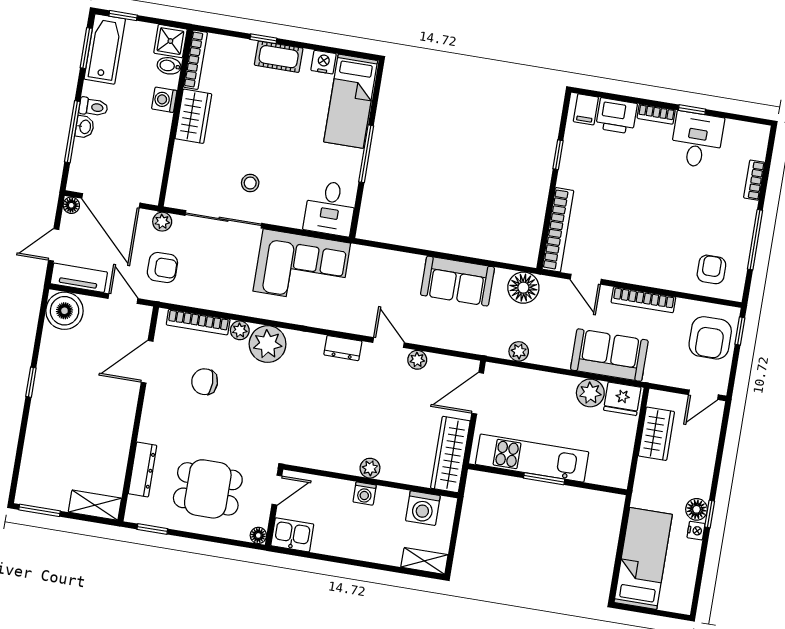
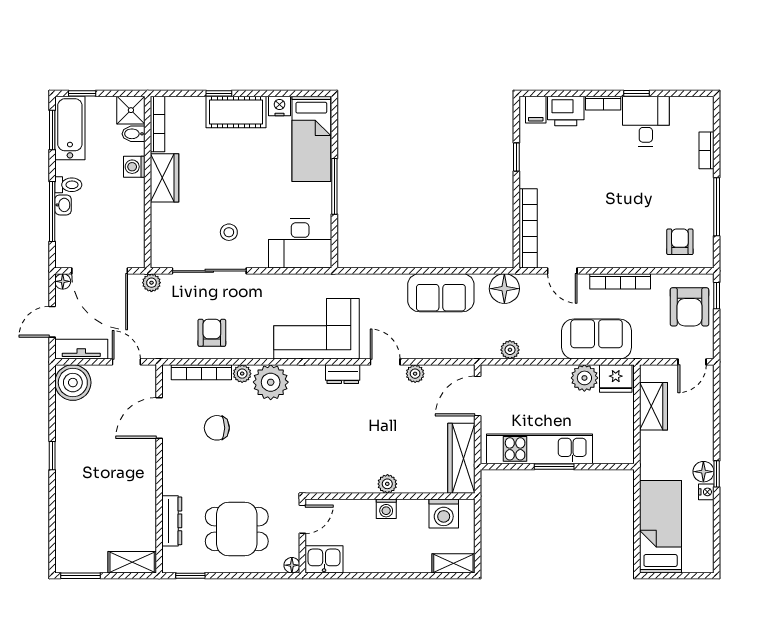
cot: (279, 57) -> (236, 112), width x1.37, depth x1.34
desk: (330, 208) -> (300, 243), width x1.37
armchair: (162, 267) -> (212, 333), moved, turned -90
corner sofa: (302, 267) -> (317, 329), moved, turned 180

